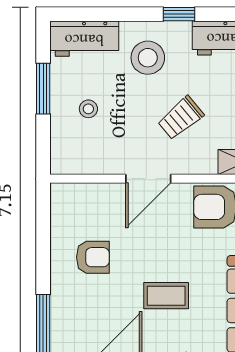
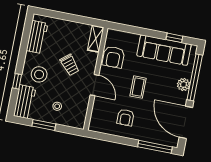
window: (179, 14) -> (17, 81), moved
armchair: (93, 257) -> (125, 117), turned 180
coffee table: (166, 296) -> (138, 87), moved

